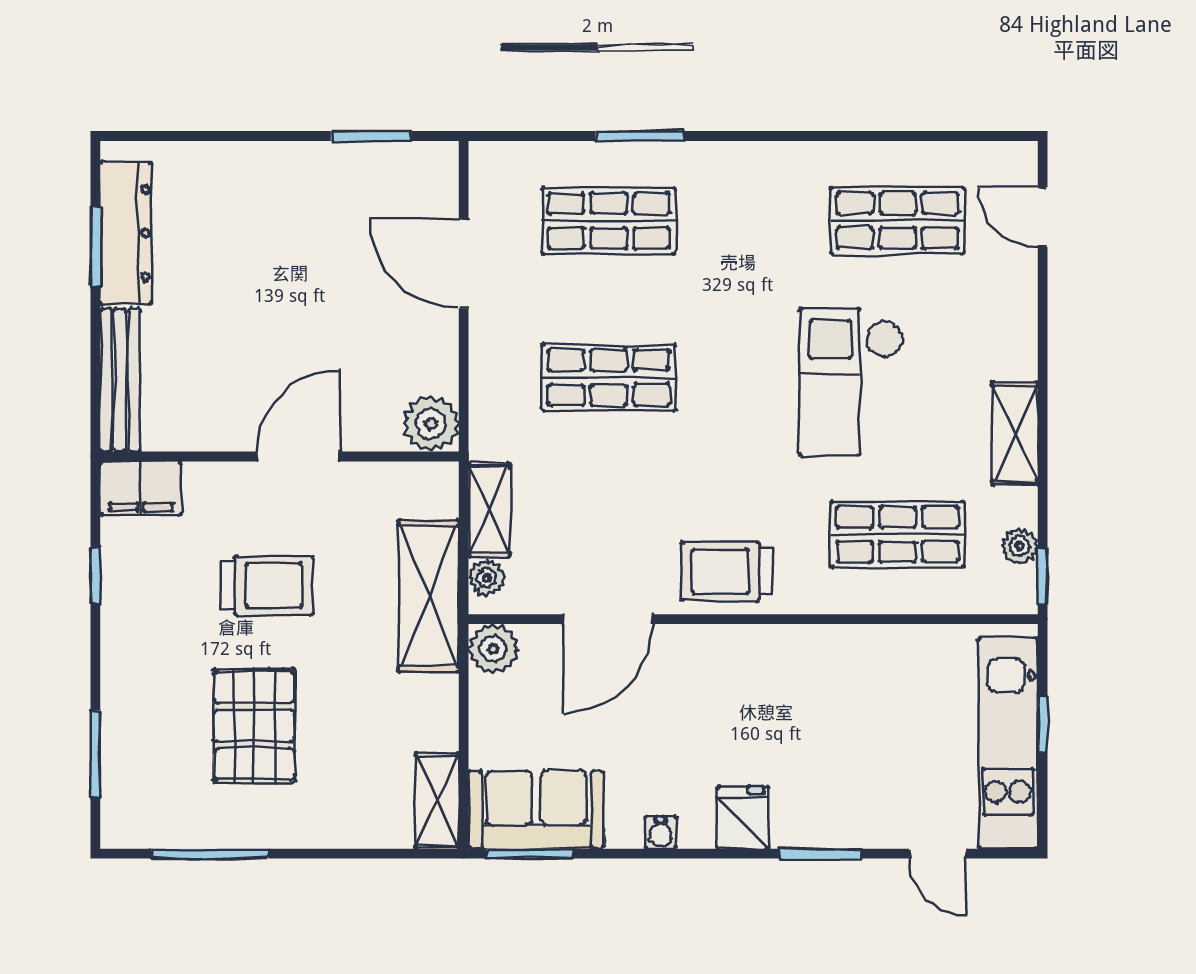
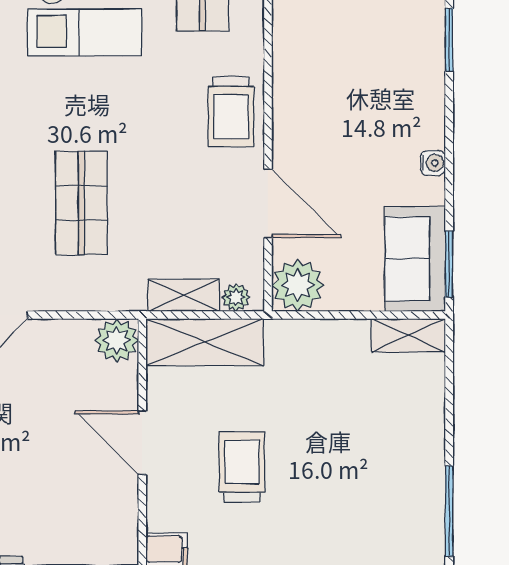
shelving: (428, 596) -> (205, 342), moved
plant: (493, 649) -> (298, 285), width x1.36, depth x1.36
pallet: (254, 726) -> (350, 477), removed
fridge: (743, 818) -> (421, 99), removed

